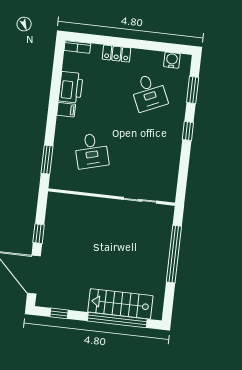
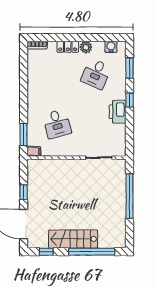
plant: (140, 57) -> (86, 47), added
printer: (71, 87) -> (118, 112), moved, turned 180
desk: (149, 92) -> (96, 74), turned 48
filing cabinet: (66, 110) -> (34, 151), moved
stairs: (120, 304) -> (73, 239), moved

